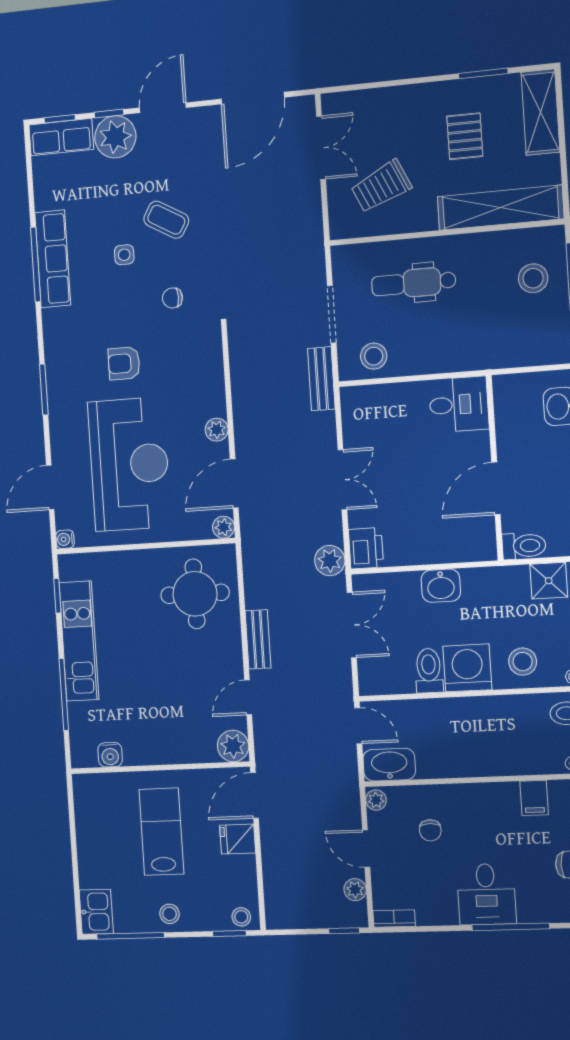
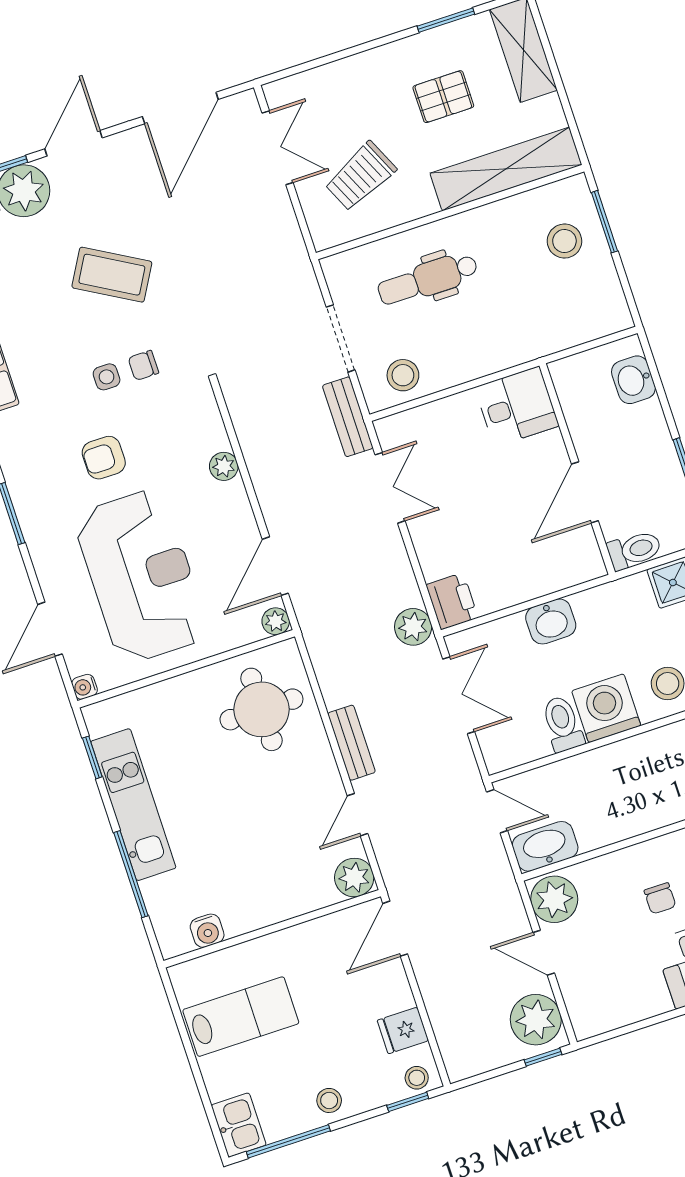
pallet: (465, 136) -> (443, 97), turned 90
coffee table: (166, 220) -> (112, 275), width x1.36, depth x1.30
side table: (124, 255) -> (107, 377), moved
plant: (217, 430) -> (224, 466), moved
double door: (342, 480) -> (390, 488), moved
plant: (376, 800) -> (554, 899), width x1.87, depth x1.87
chair: (430, 830) -> (660, 898), moved
lab bench: (161, 832) -> (241, 1017), moved, turned 90
fridge: (238, 839) -> (403, 1030), moved
plant: (355, 890) -> (536, 1020), width x1.88, depth x1.88
bookcase: (394, 918) -> (598, 1025), removed

